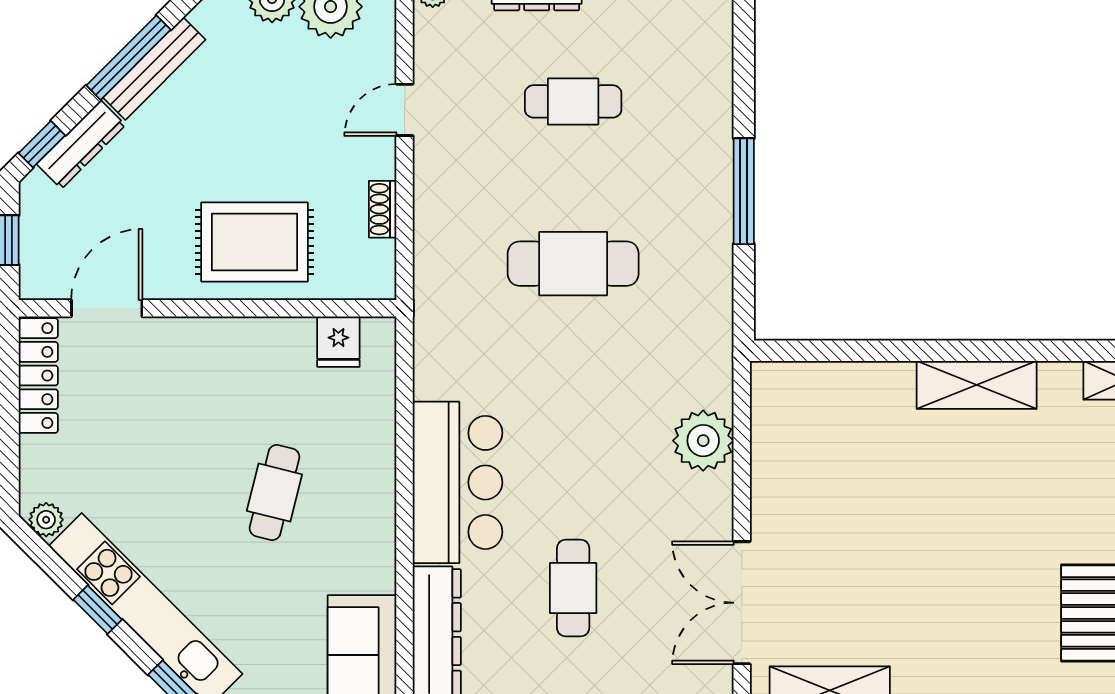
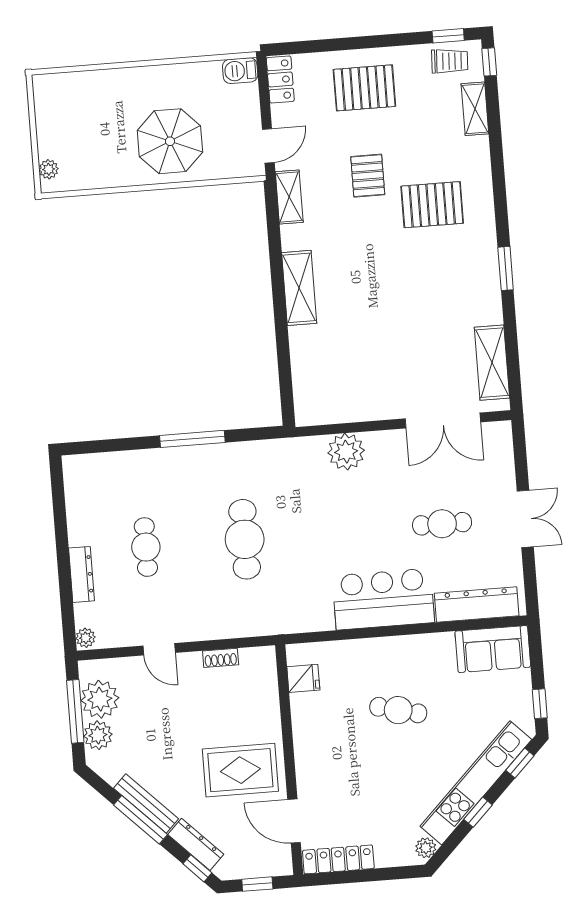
rug: (255, 242) -> (240, 770), moved, turned 90

